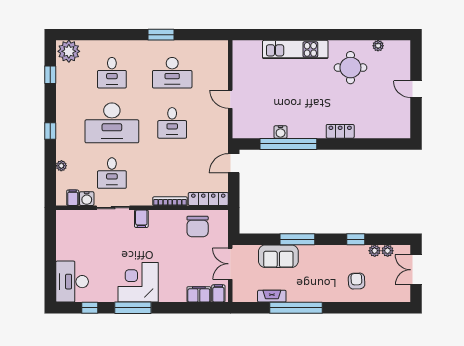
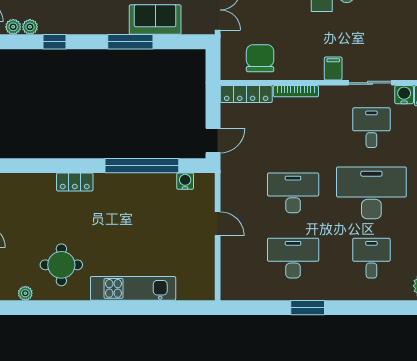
desk: (172, 123) -> (293, 193), width x1.37
water cooler: (281, 132) -> (185, 181), moved

